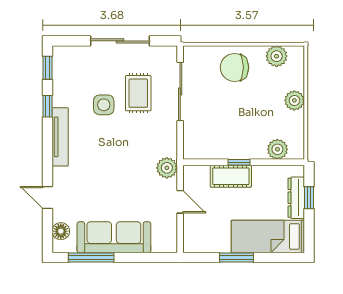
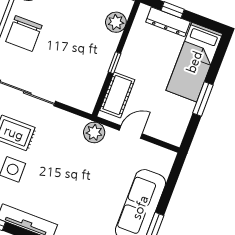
cot: (231, 176) -> (117, 95), moved

